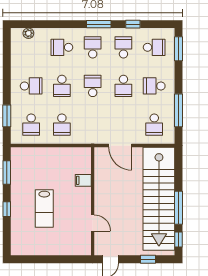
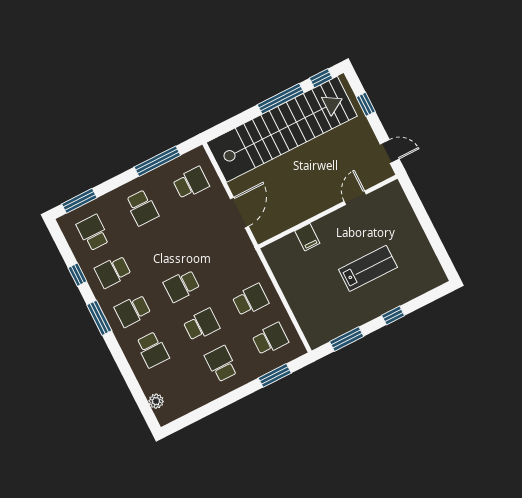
school desk: (123, 86) -> (162, 247), removed

